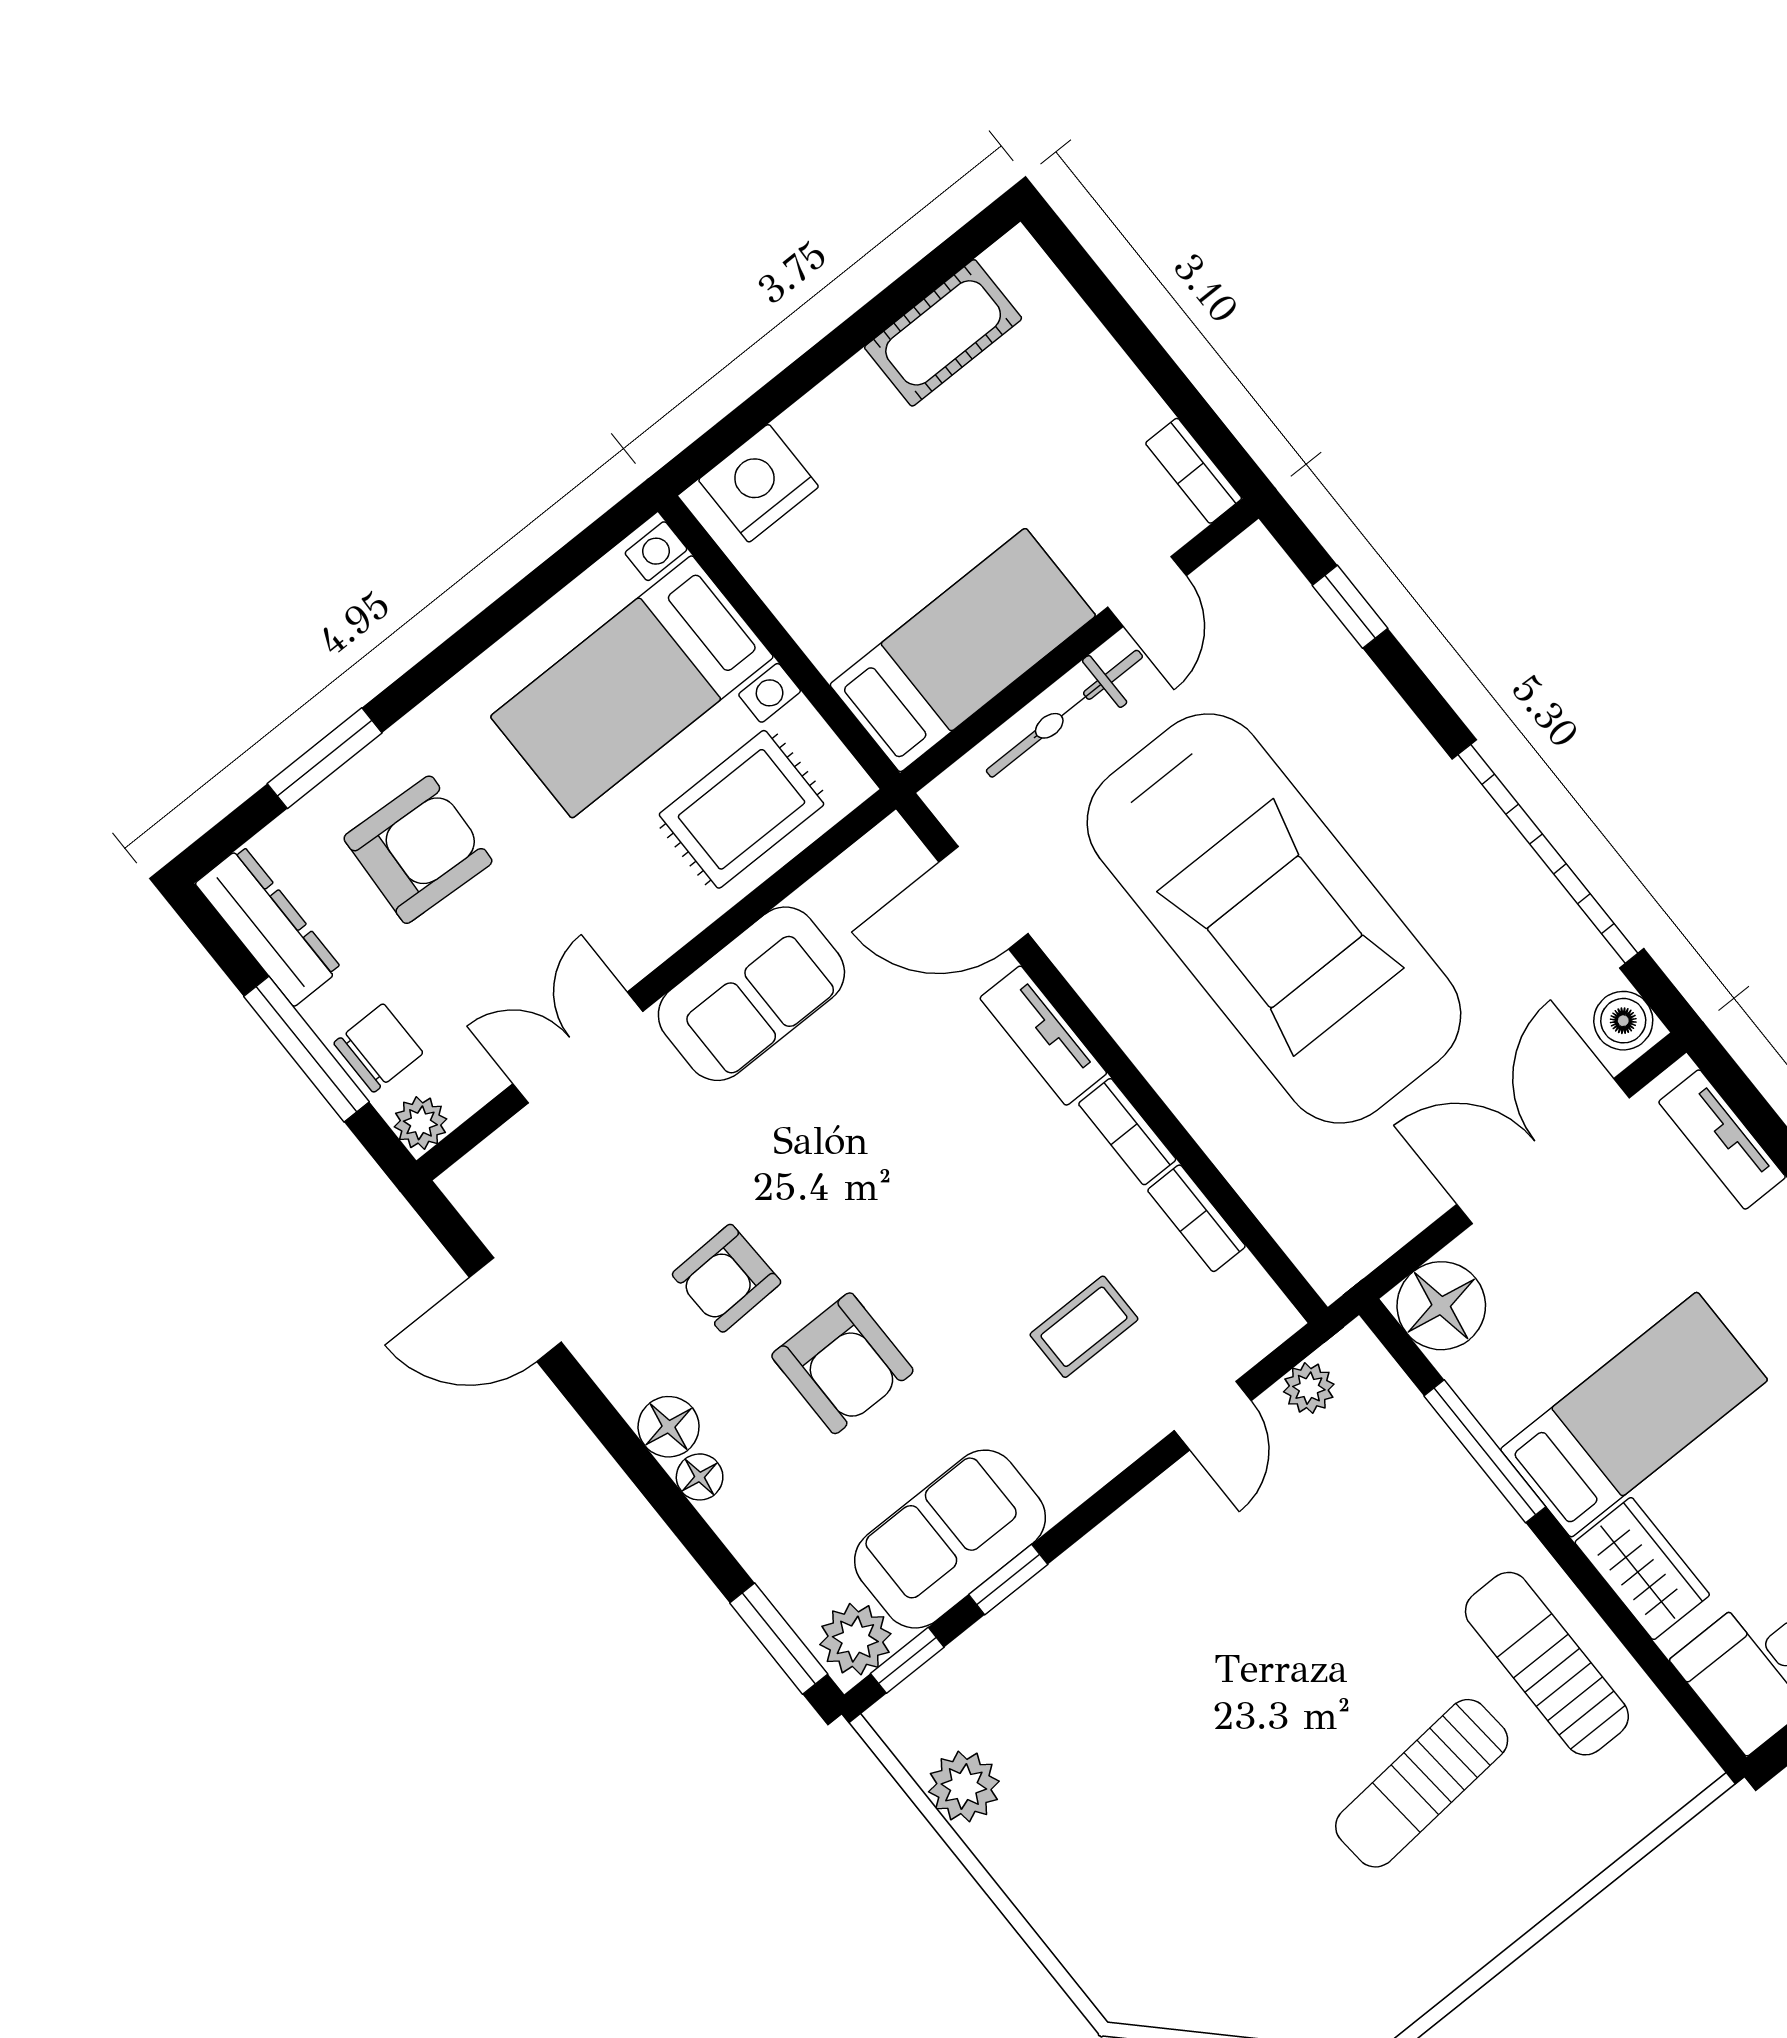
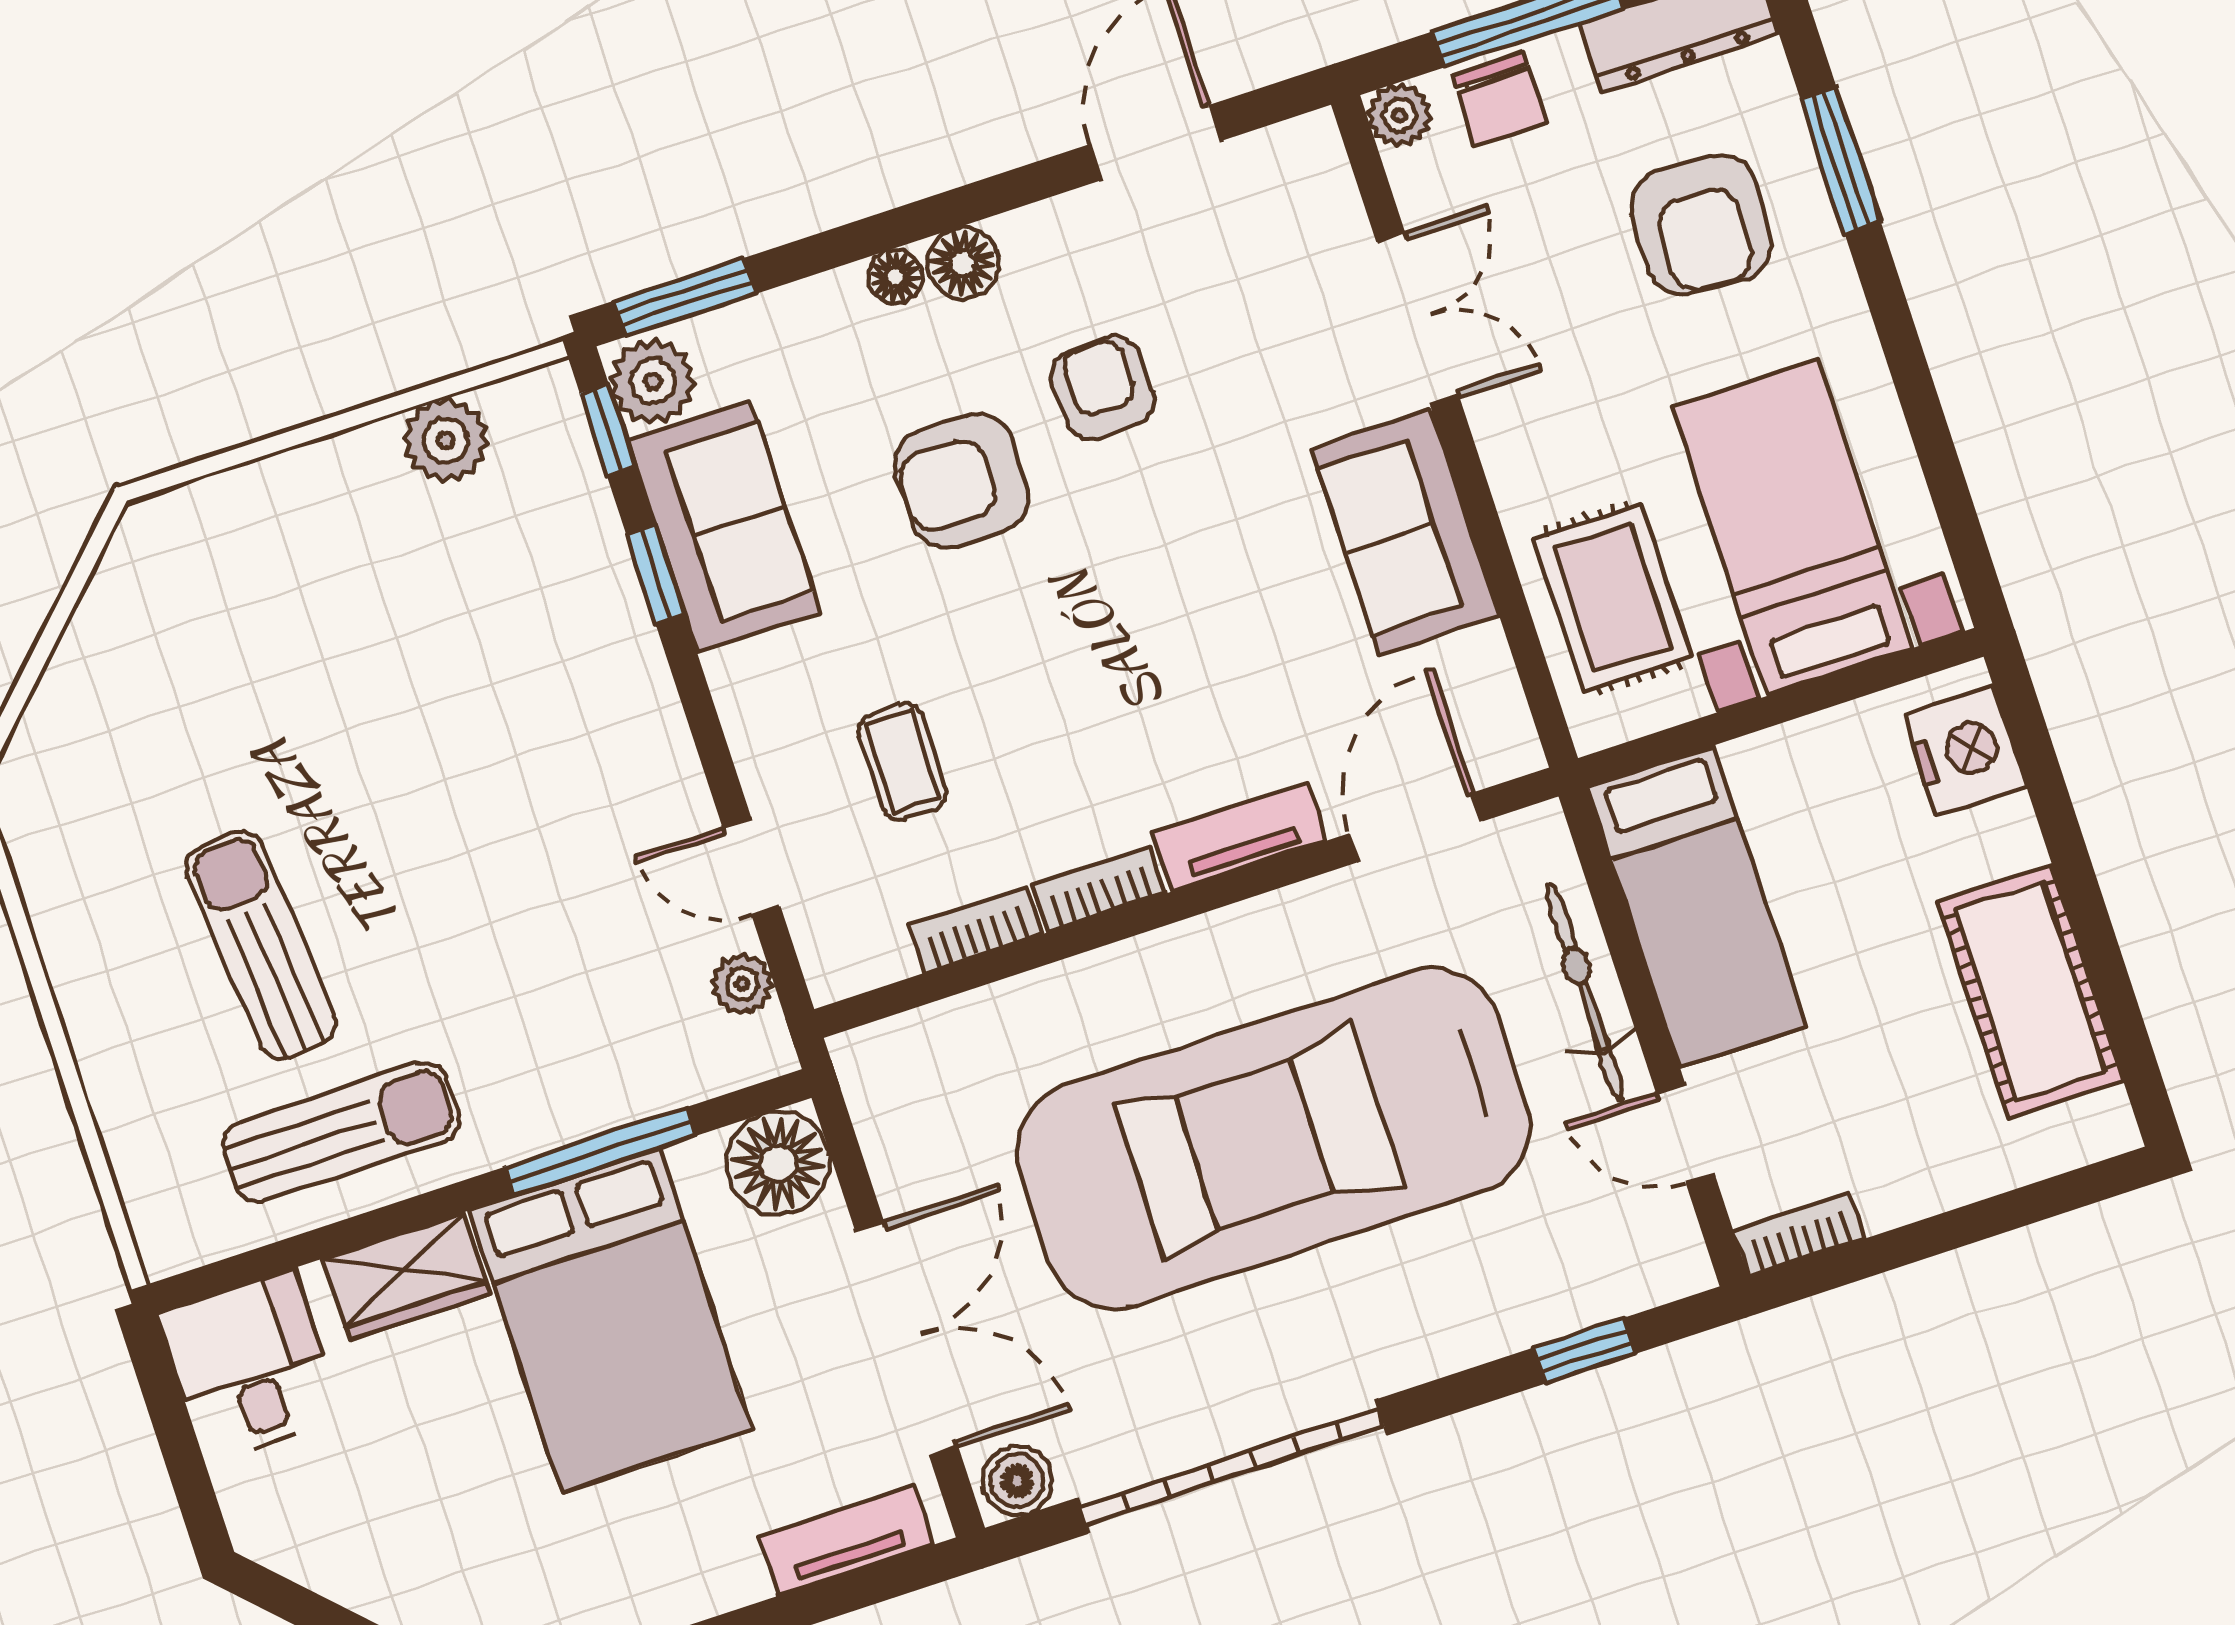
cot: (943, 333) -> (2030, 991), width x1.37, depth x1.34
bed: (1634, 1415) -> (611, 1320), width x1.50

